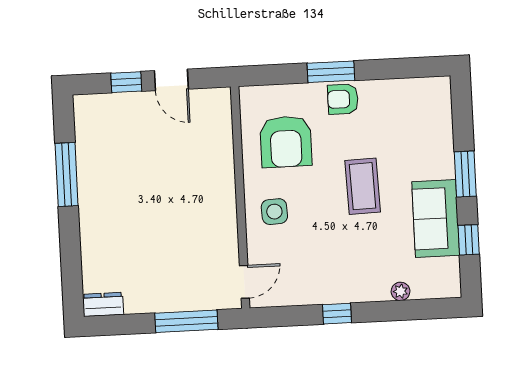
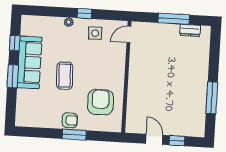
side table: (274, 212) -> (95, 33), moved
sofa: (436, 219) -> (30, 62), width x1.36
plant: (401, 291) -> (69, 22), moved
dresser: (103, 304) -> (190, 30), moved
window: (186, 321) -> (174, 19), moved

